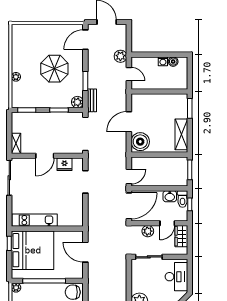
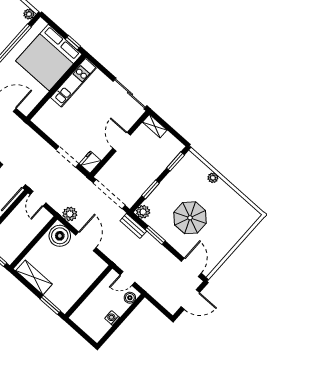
plant: (120, 56) -> (70, 214), moved
boiler: (173, 62) -> (130, 298), moved
fridge: (64, 164) -> (90, 162), moved

